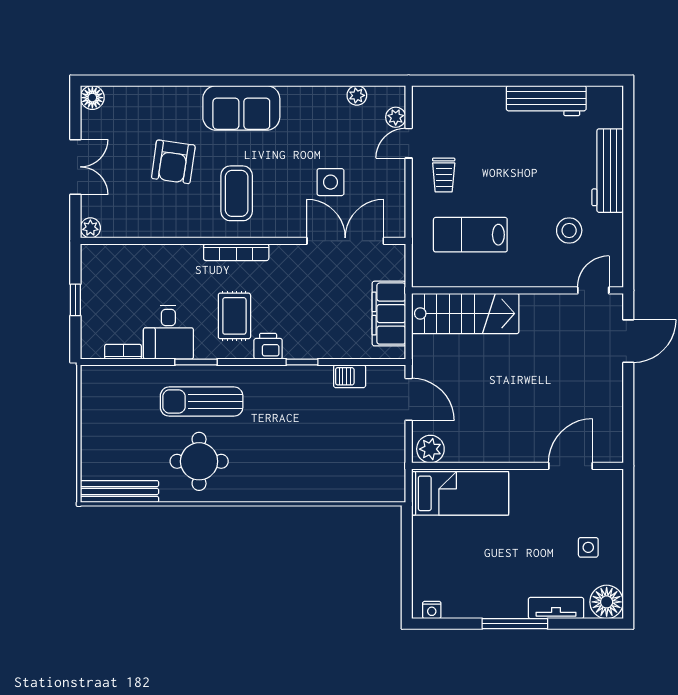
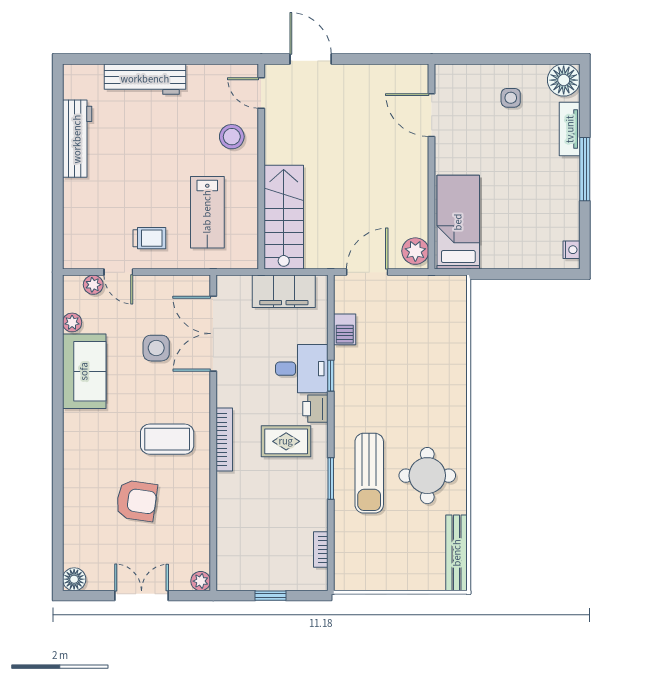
sofa: (241, 108) -> (84, 371), moved
stool: (569, 230) -> (232, 137), moved
desk: (168, 332) -> (302, 369), moved

